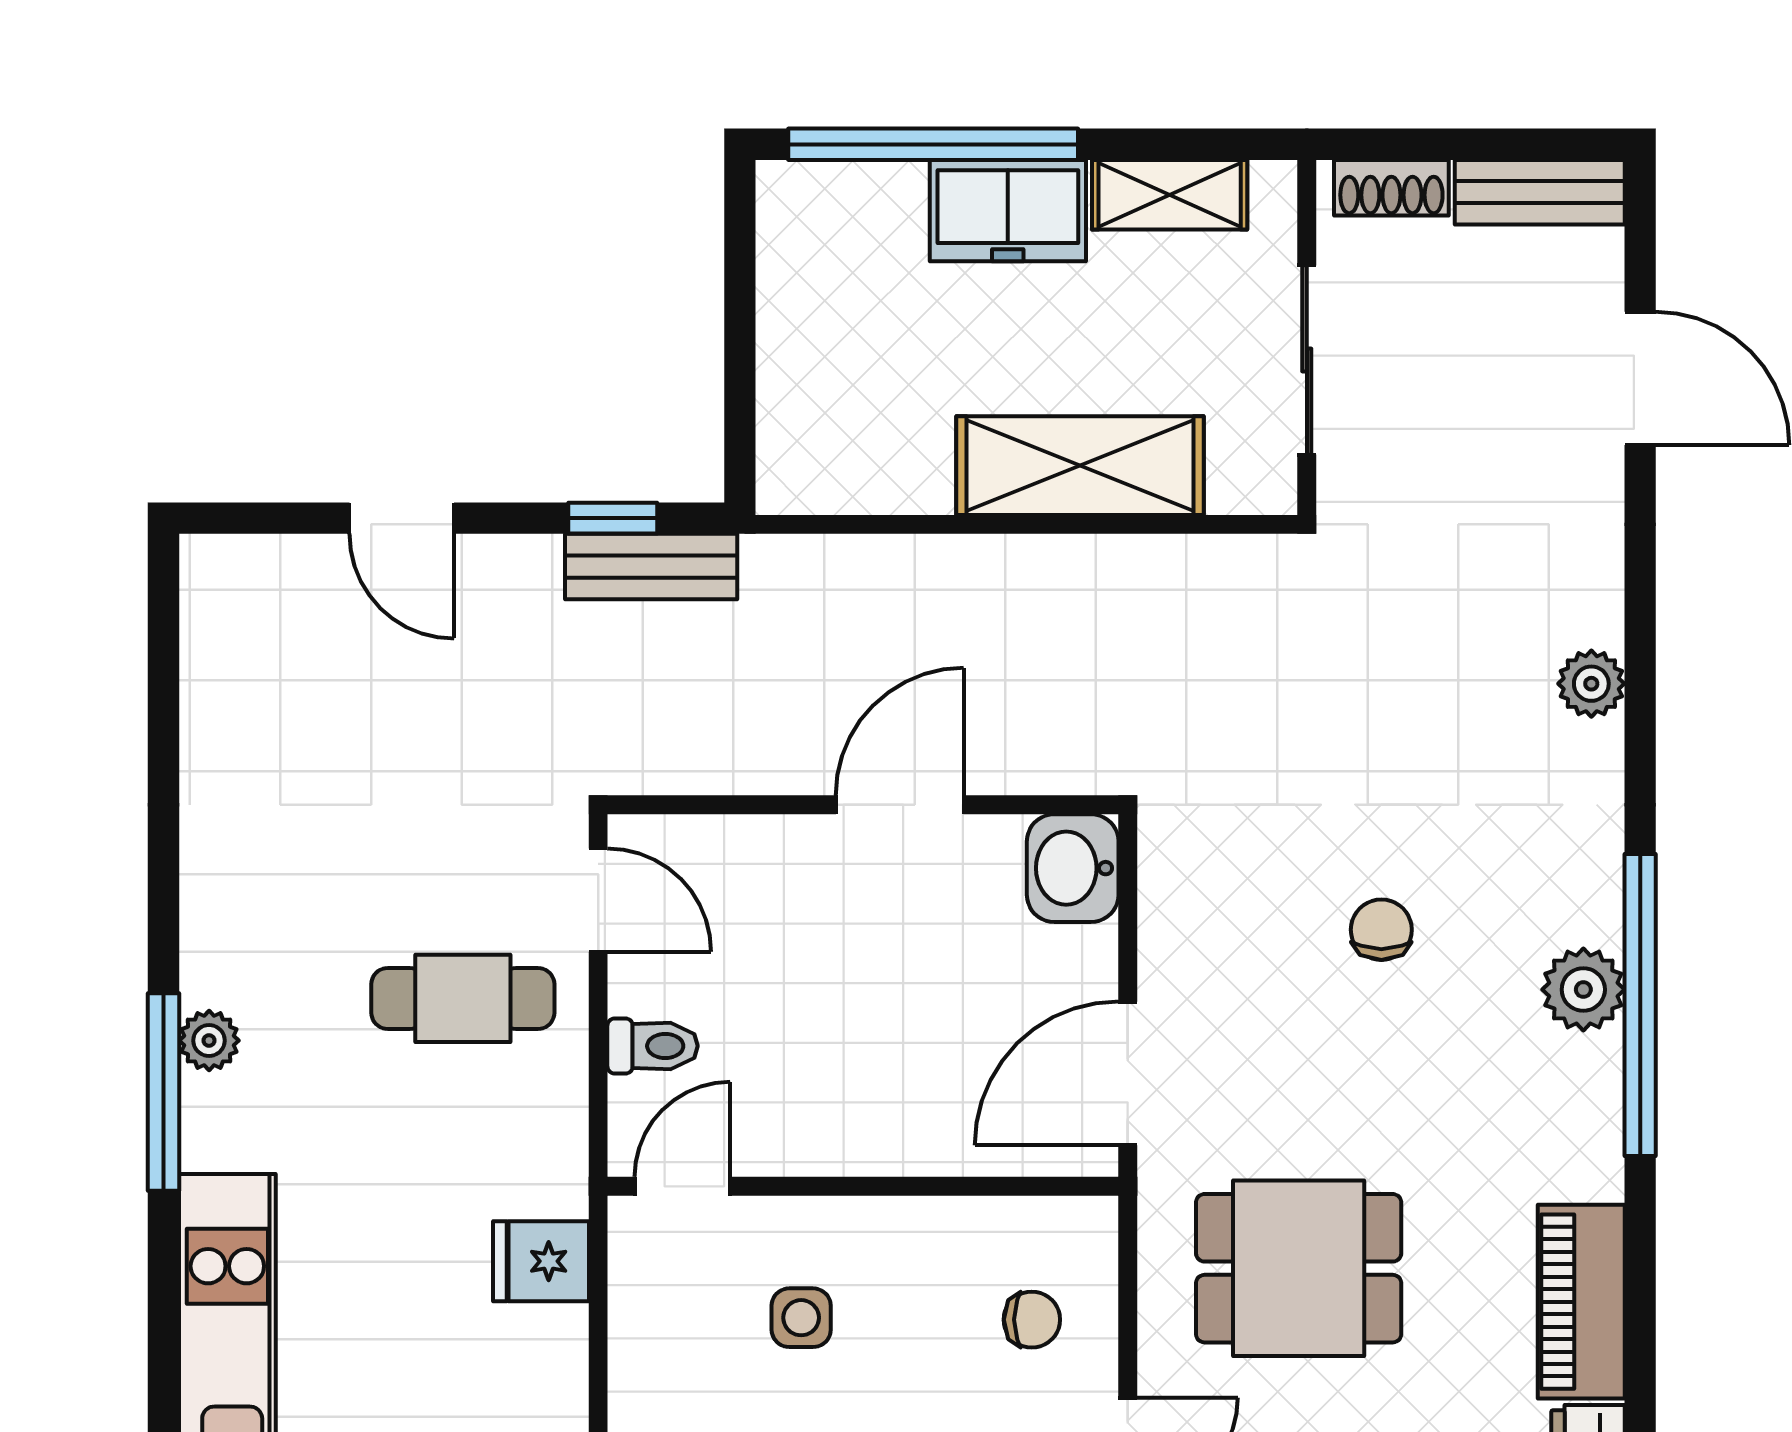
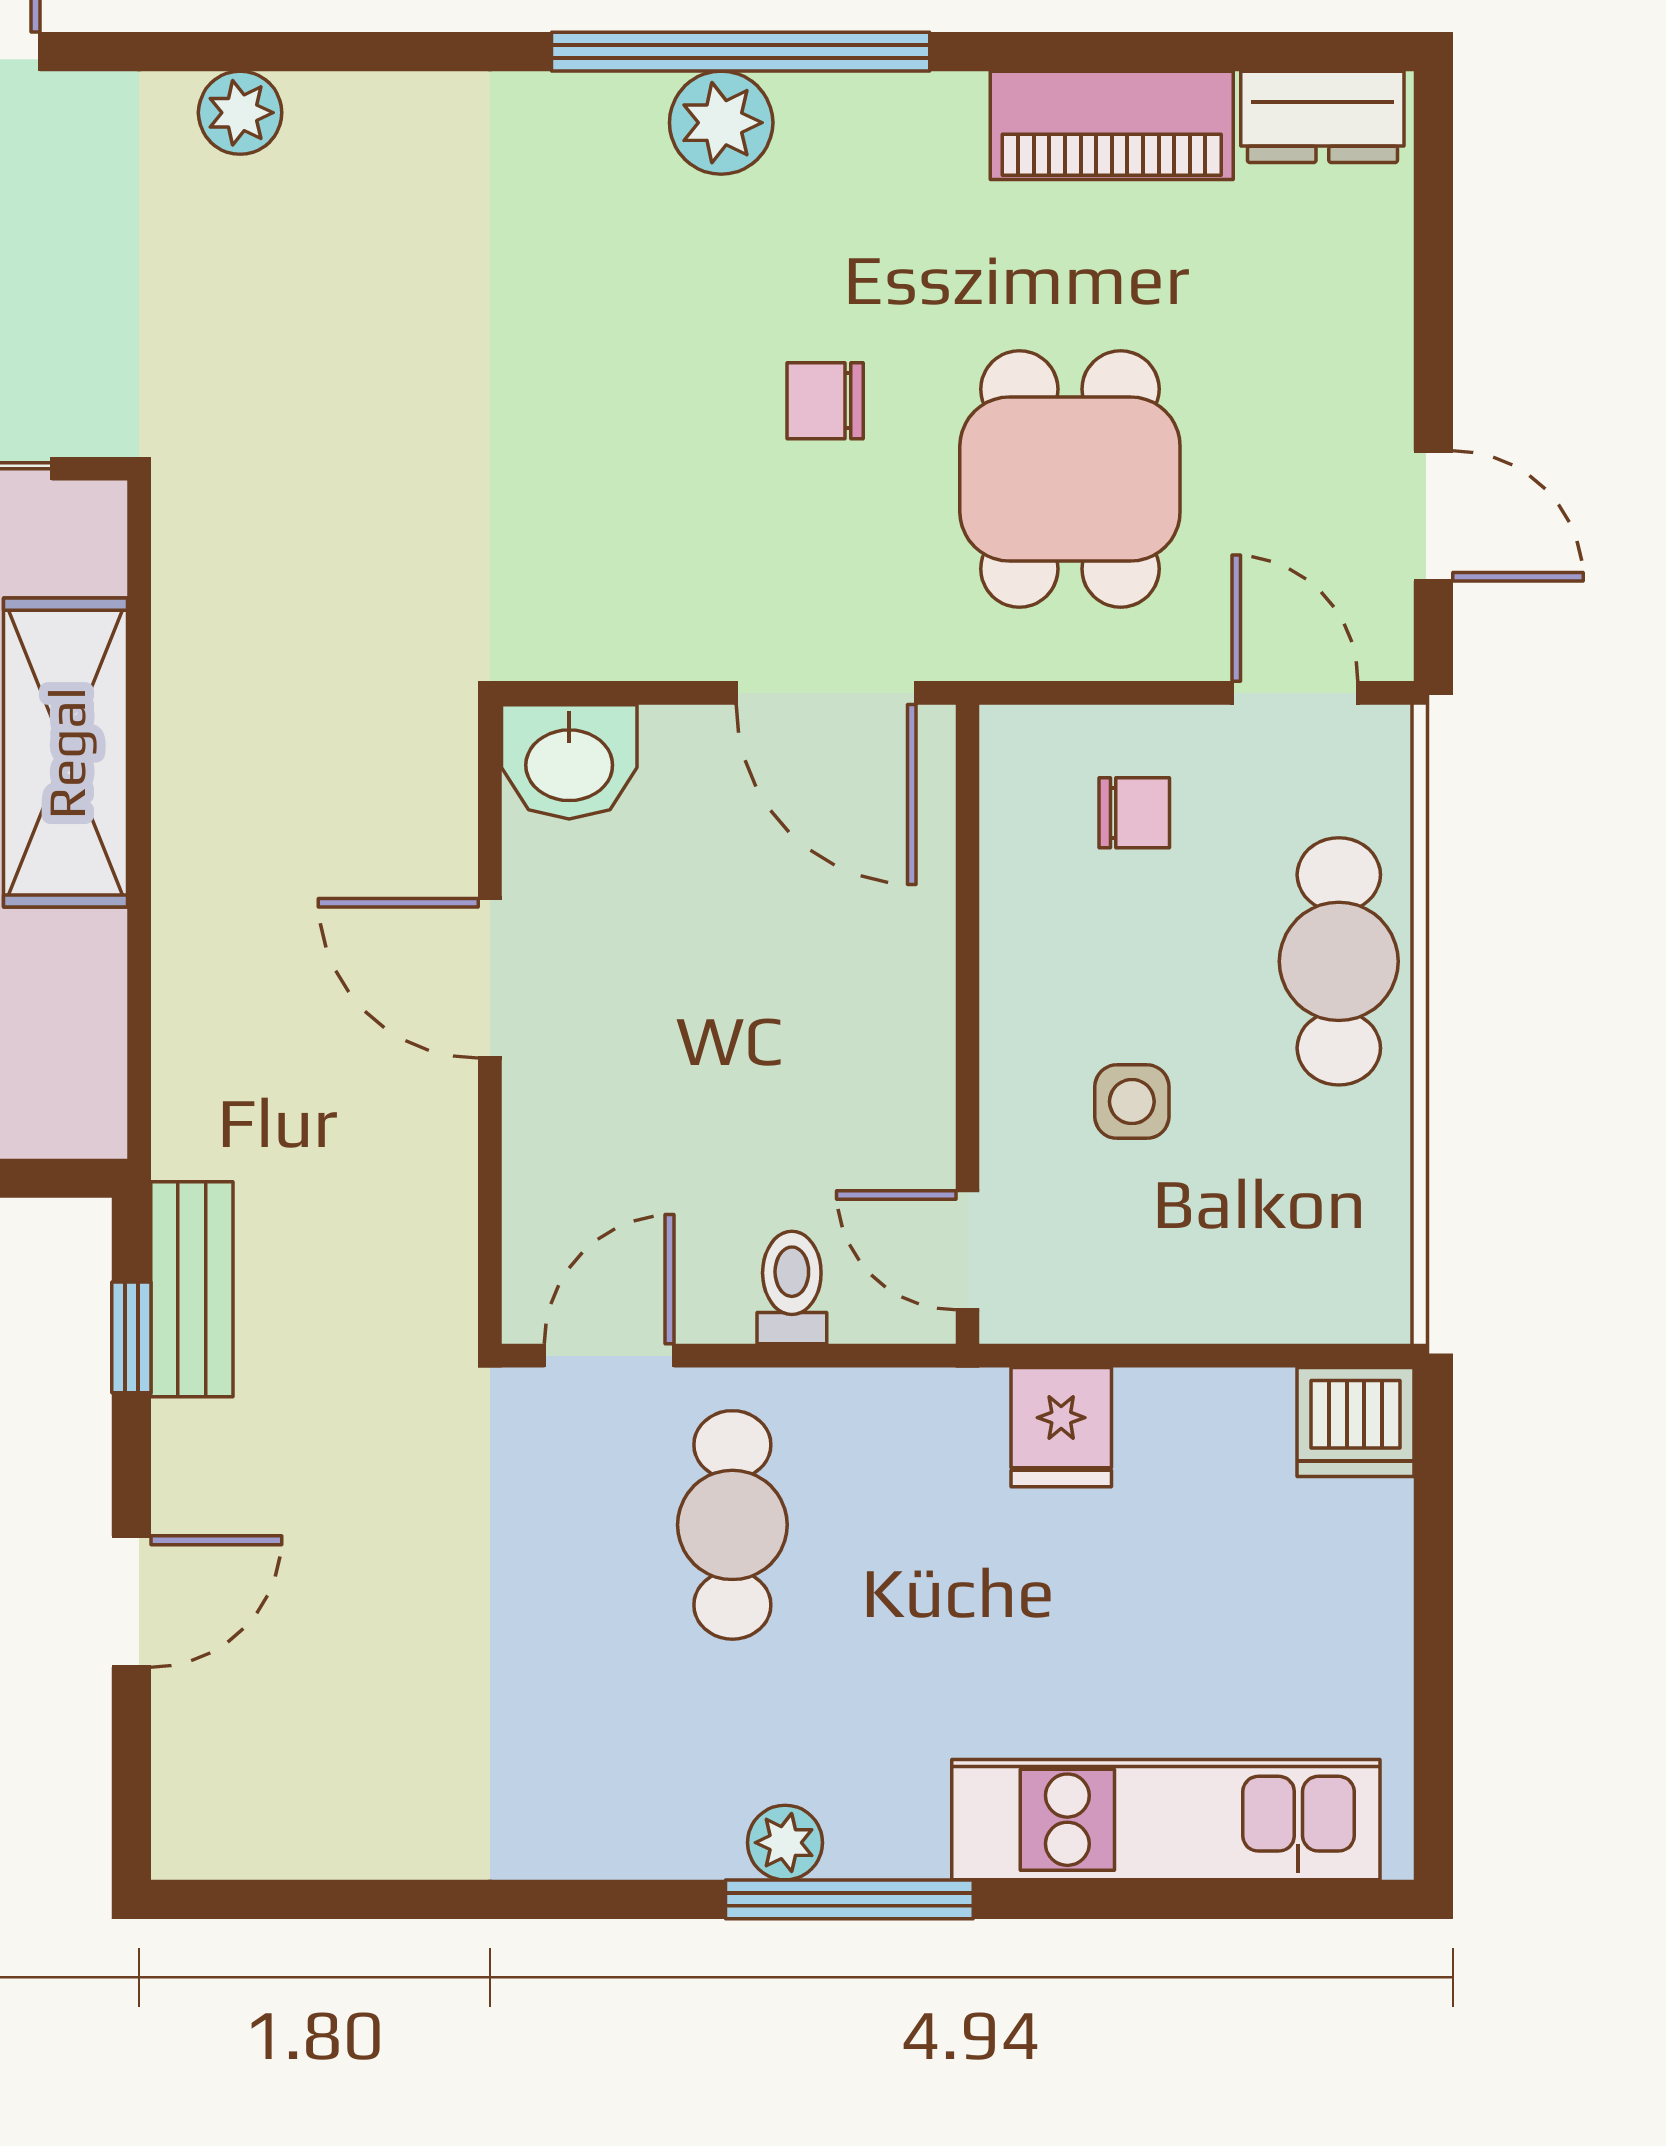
plant: (1591, 684) -> (240, 113), moved
chair: (1381, 930) -> (825, 401), moved
chair: (1032, 1320) -> (1134, 813), turned 90

